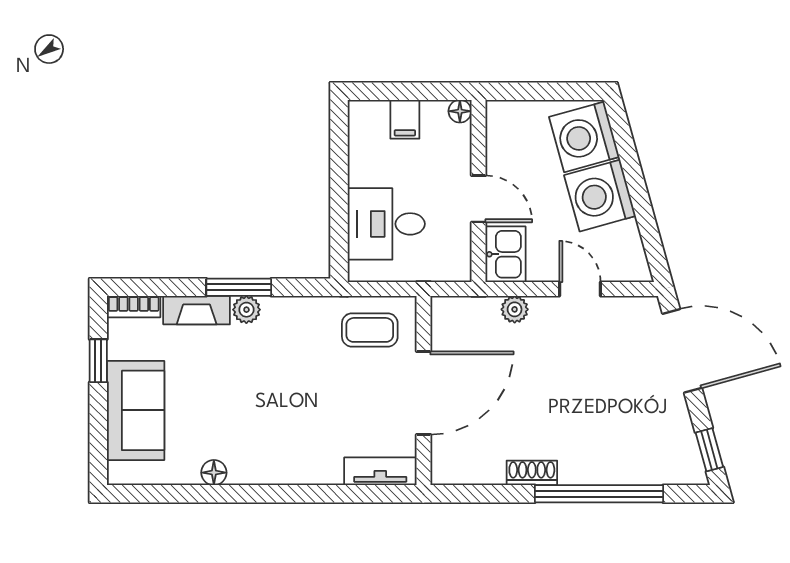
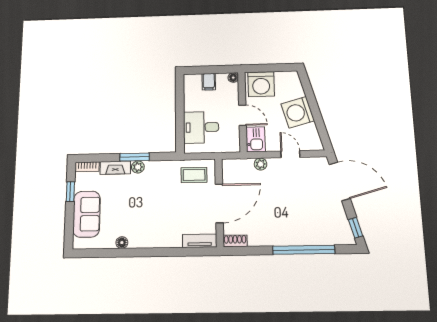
washing machine: (584, 137) -> (261, 84), moved, turned -75
shoe rack: (532, 473) -> (235, 241), moved

